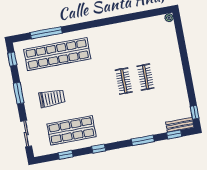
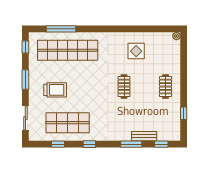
display table: (130, 41) -> (136, 51), added
clothes rail: (146, 77) -> (166, 86), moved
window: (195, 112) -> (184, 113), moved
bench: (180, 125) -> (144, 136), moved

